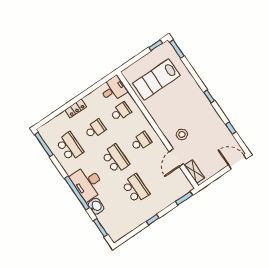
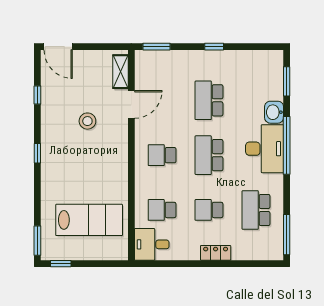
stool: (182, 134) -> (87, 121), moved

